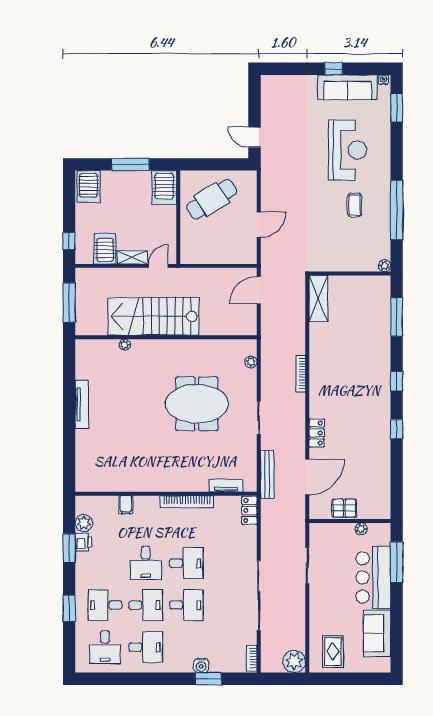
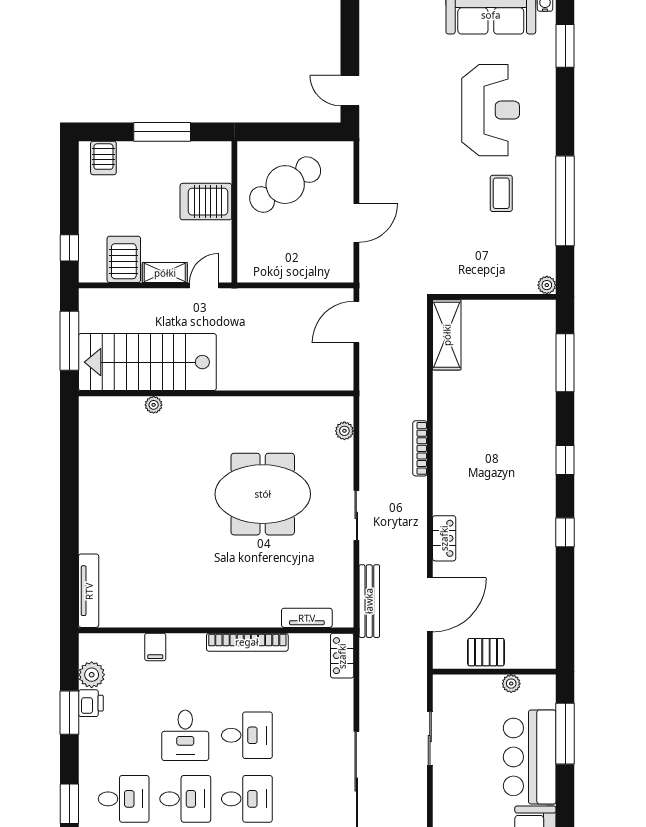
server rack: (89, 187) -> (103, 158), width x0.73, depth x0.70
server rack: (164, 187) -> (206, 202), moved, turned 90
stairs: (153, 317) -> (147, 362), moved
tv unit: (82, 405) -> (89, 591), moved
desk: (105, 605) -> (124, 799), turned 180

